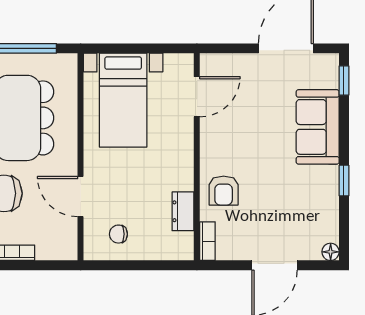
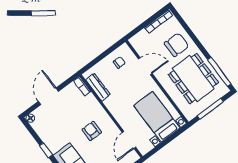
armchair: (224, 191) -> (92, 131), moved
dresser: (183, 211) -> (98, 87), width x1.44

